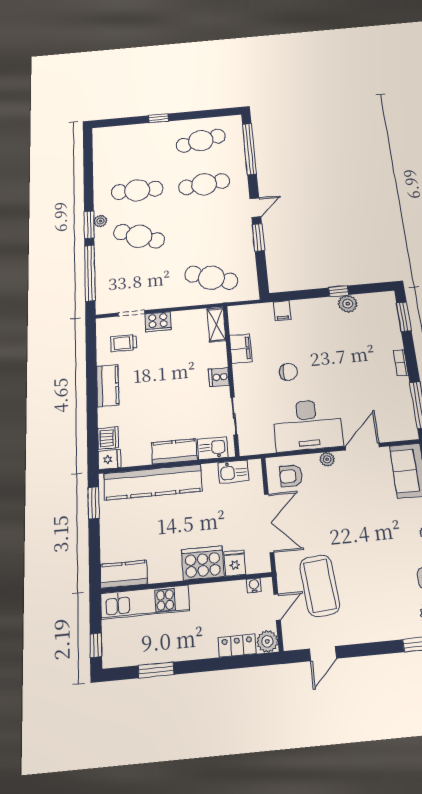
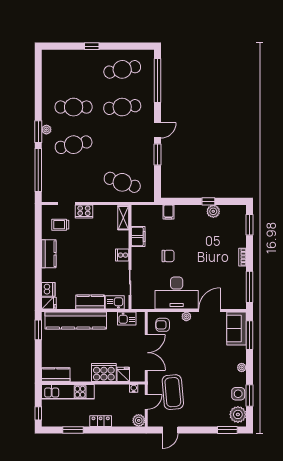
cafe table: (139, 236) -> (74, 145), turned -33
locker: (237, 646) -> (101, 421), moved

